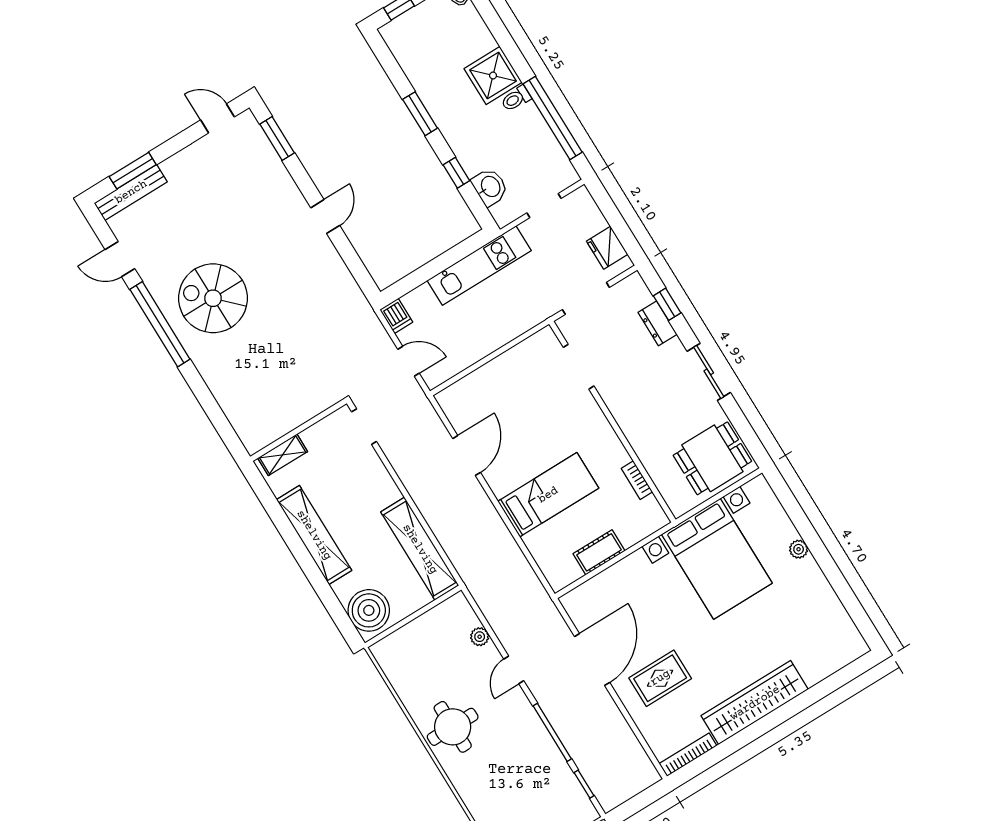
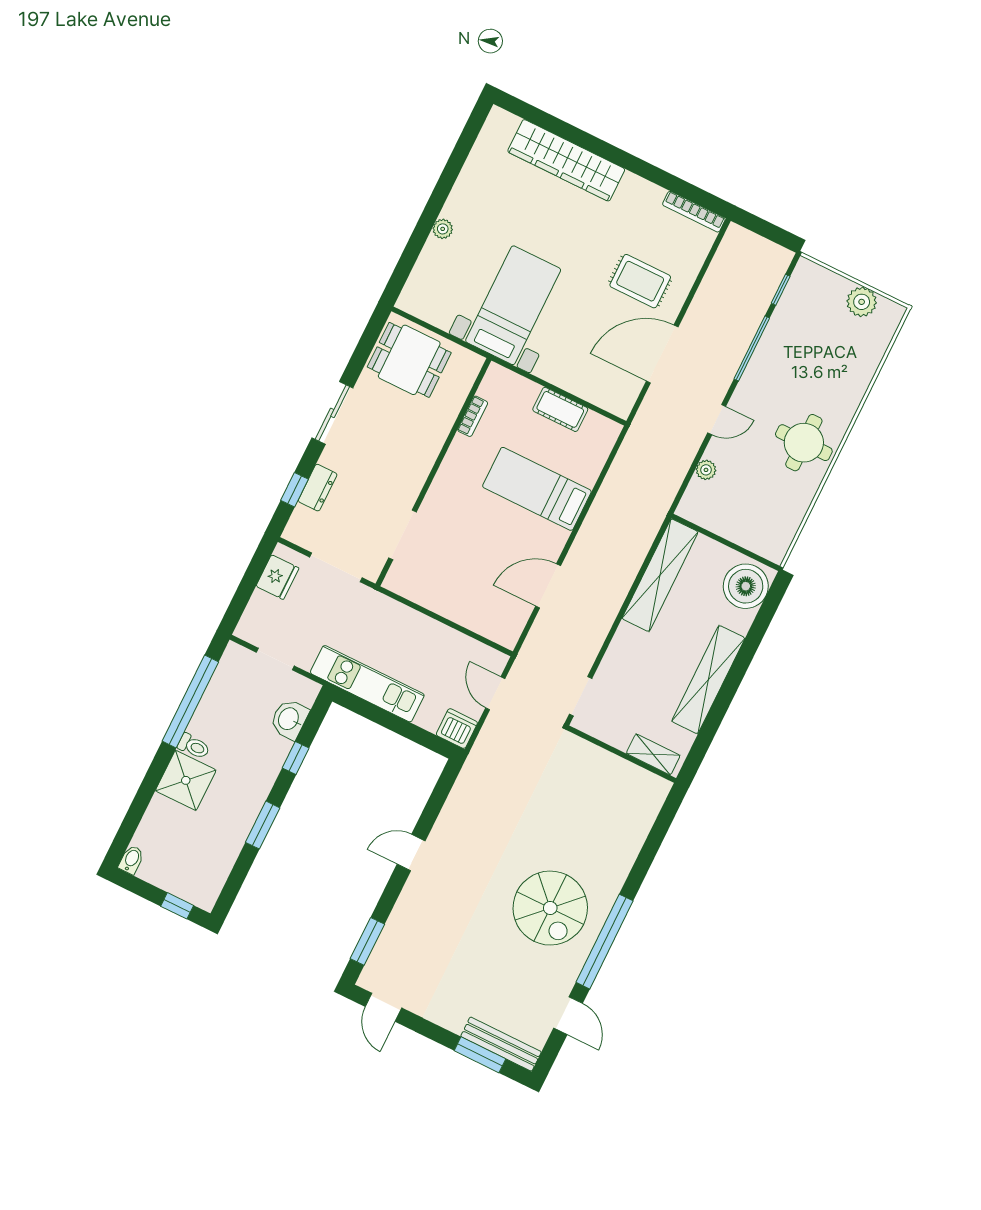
dishwasher: (396, 316) -> (457, 729), width x1.38
bed with nightstands: (717, 559) -> (513, 305), width x0.73
wardrobe: (755, 703) -> (566, 160), moved

